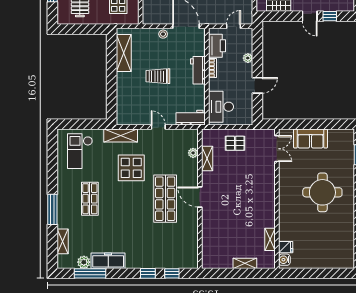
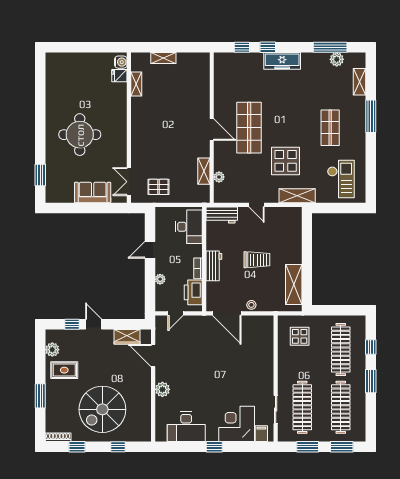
pallet: (235, 143) -> (158, 187), moved
freezer: (108, 261) -> (282, 61), moved

